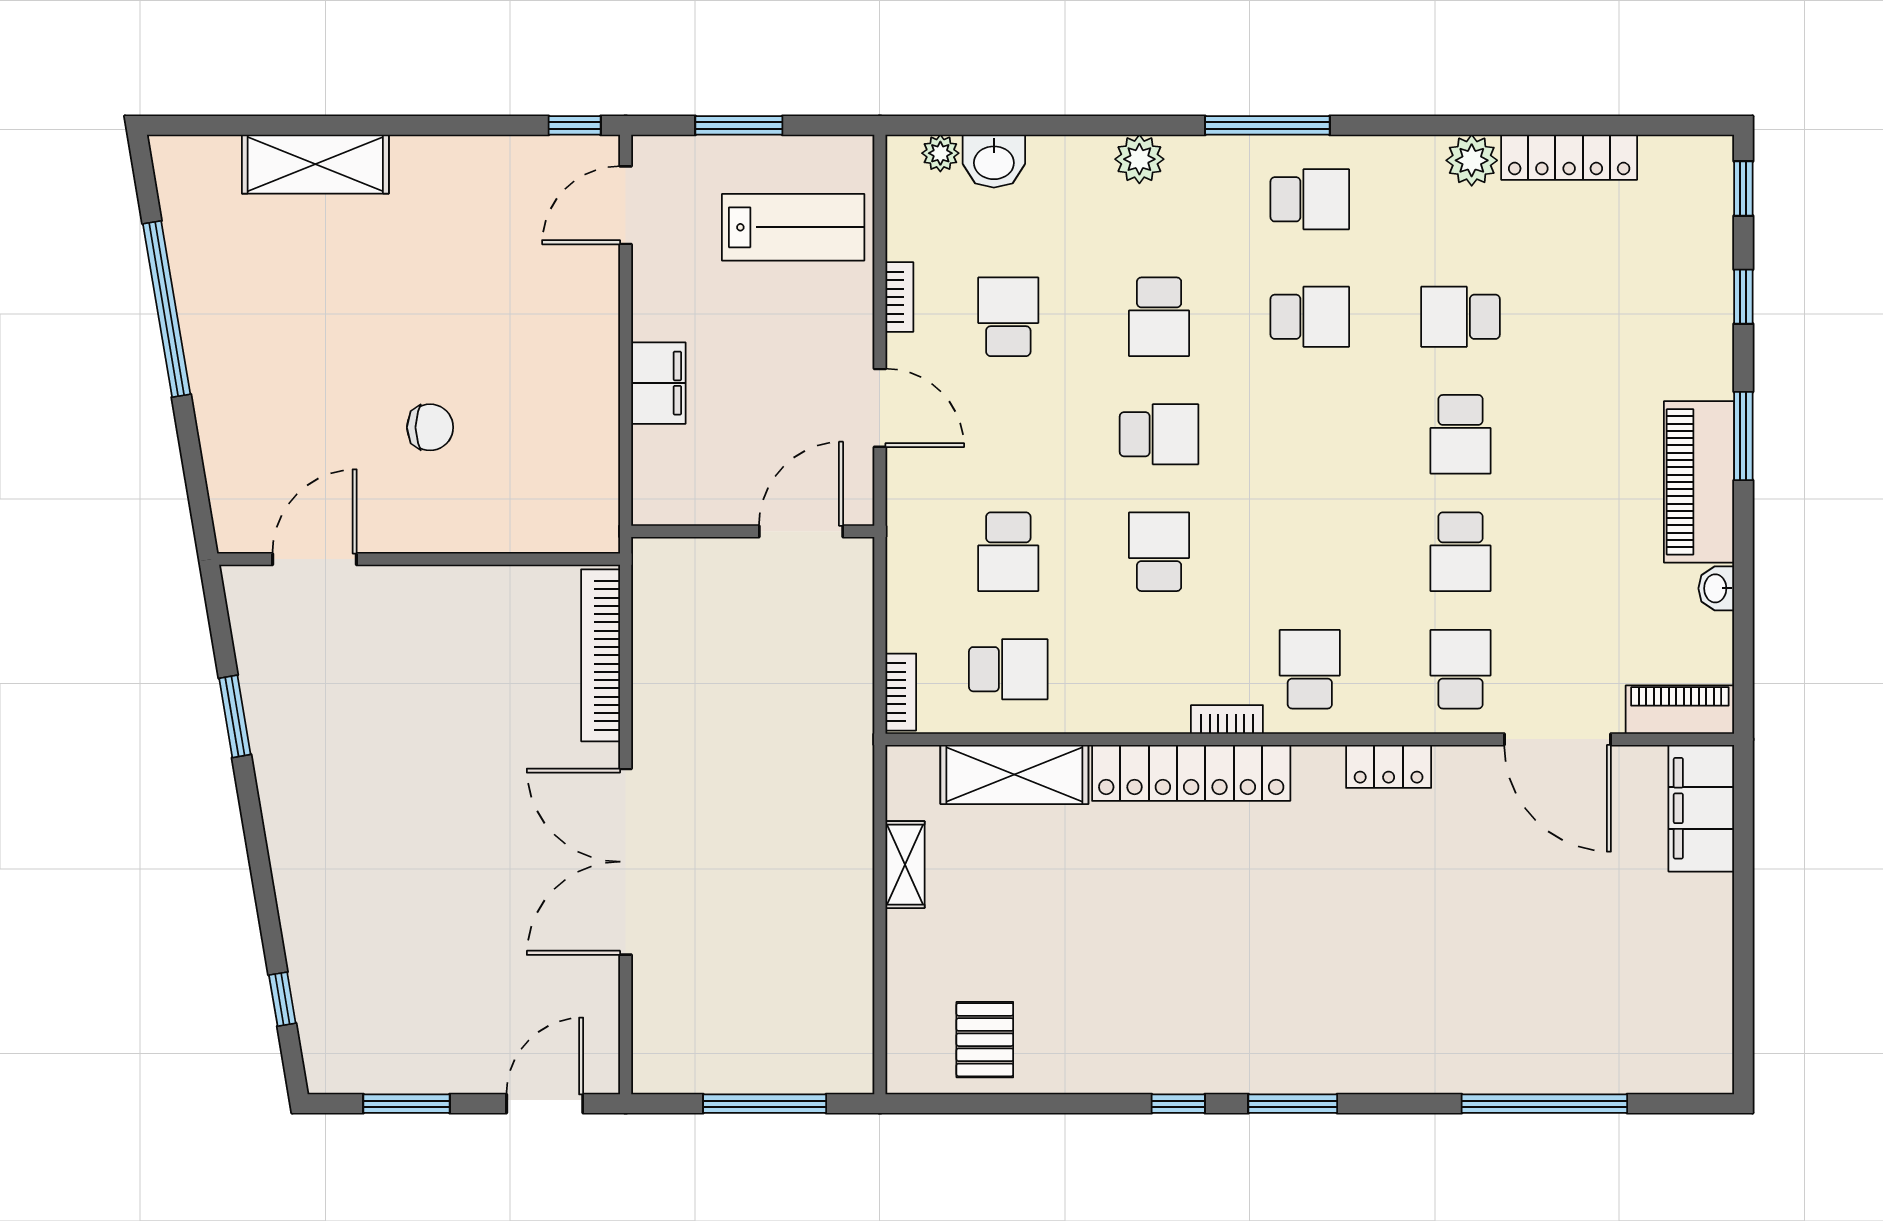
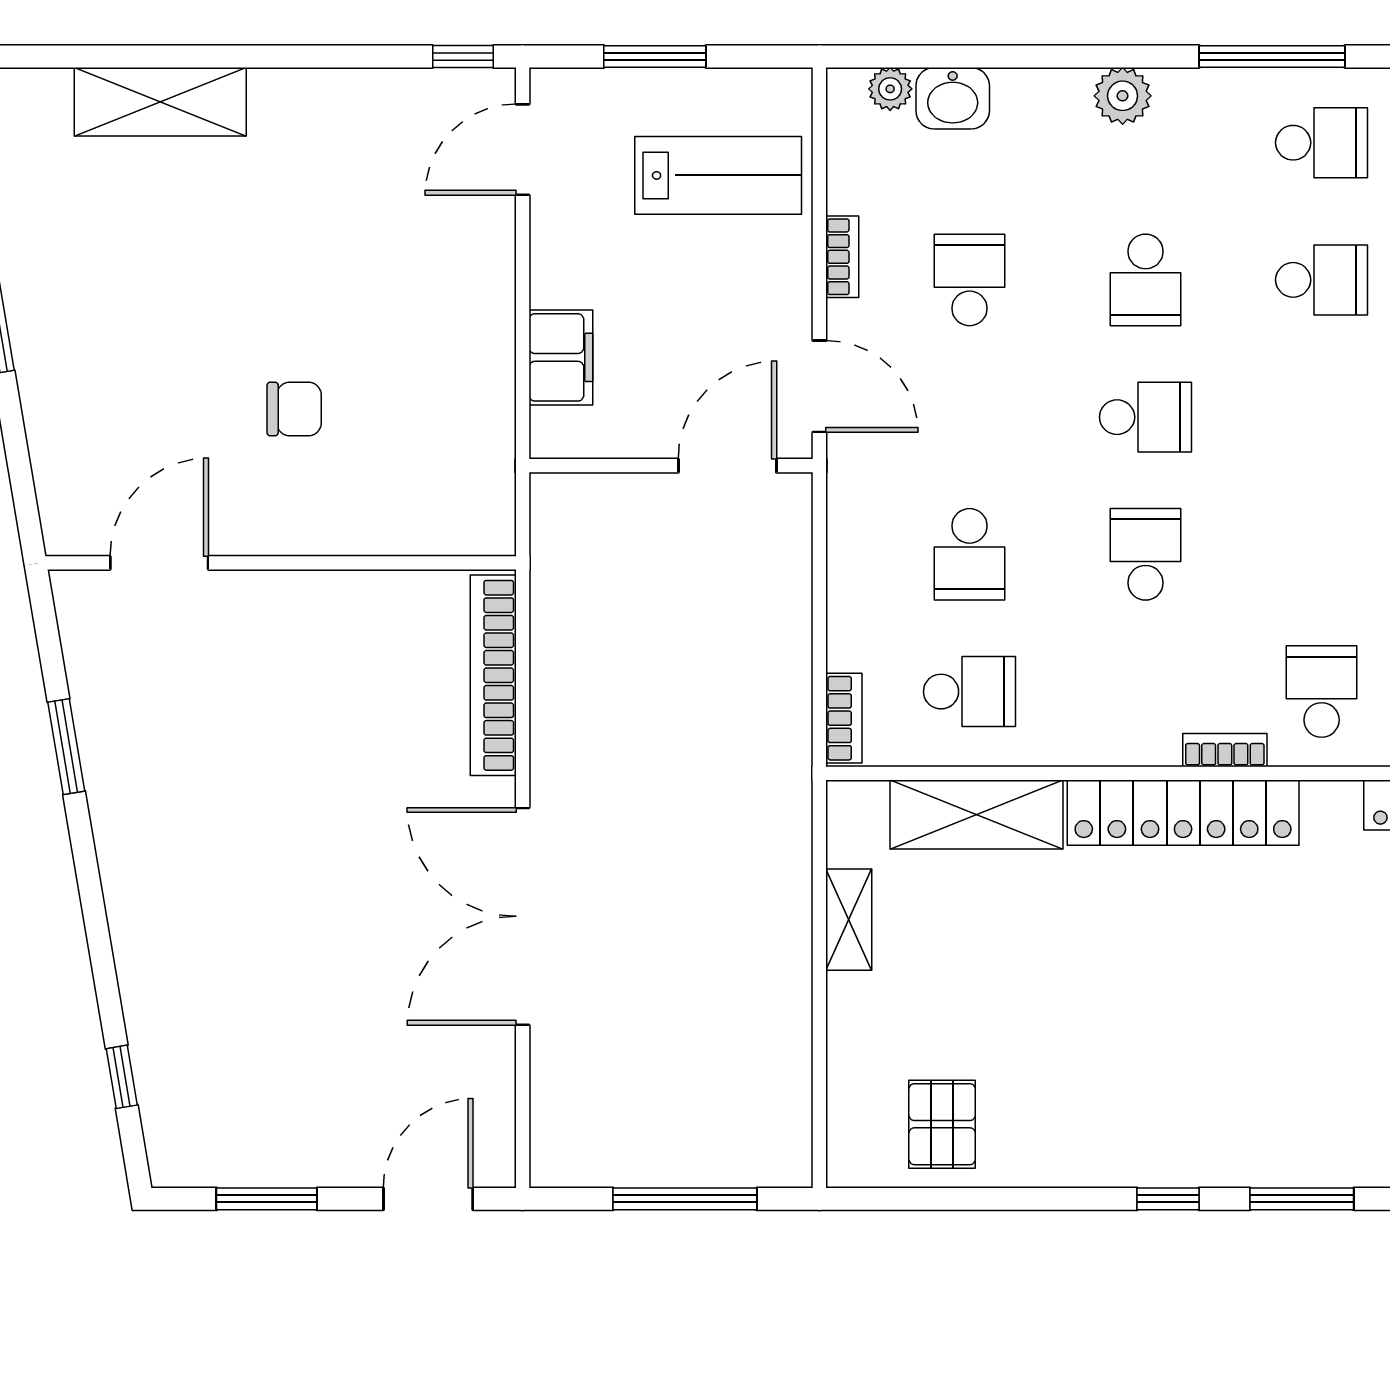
wall: (753, 531) -> (671, 466), moved
door: (801, 531) -> (727, 466), moved

